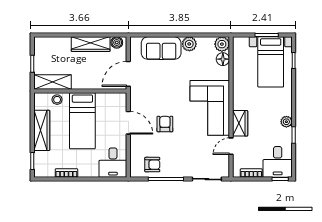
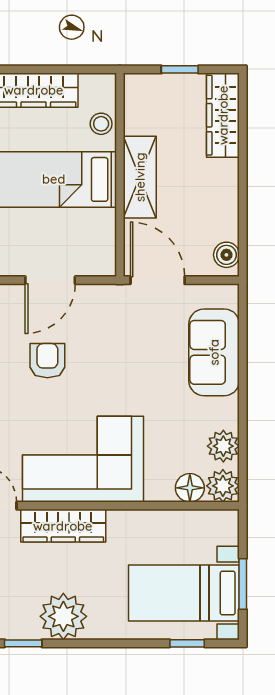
wardrobe: (91, 44) -> (223, 115), moved
plant: (189, 44) -> (223, 446), moved
shelving: (53, 82) -> (140, 177), moved
plant: (286, 122) -> (63, 616), width x1.88, depth x1.88
wardrobe: (240, 123) -> (63, 526), width x1.50
armchair: (165, 124) -> (47, 361), turned -90

